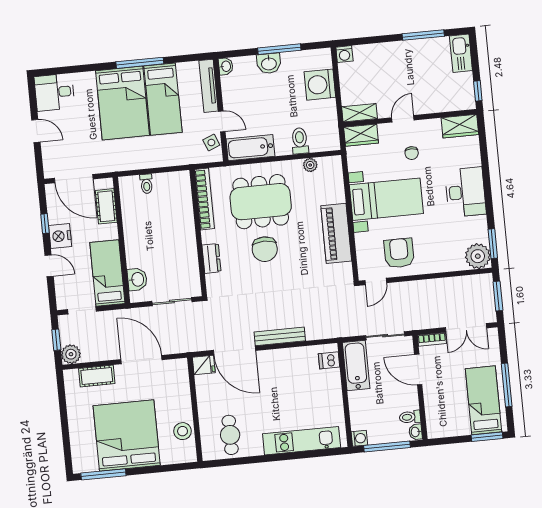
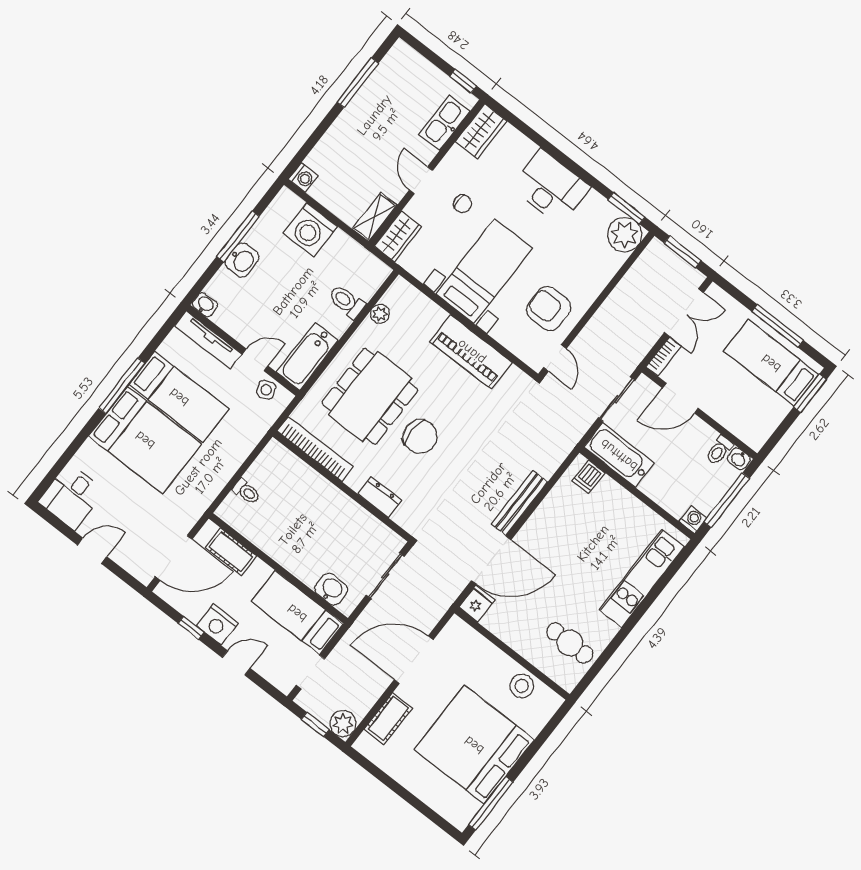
kitchen sink: (461, 53) -> (445, 123), moved, turned 90

